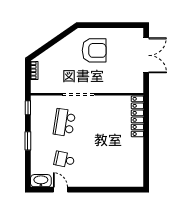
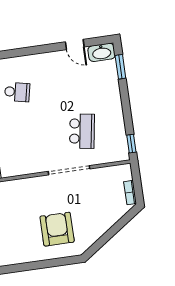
armchair: (94, 50) -> (57, 229), turned 90
window: (28, 141) -> (120, 67), moved
school desk: (64, 160) -> (17, 92), moved

